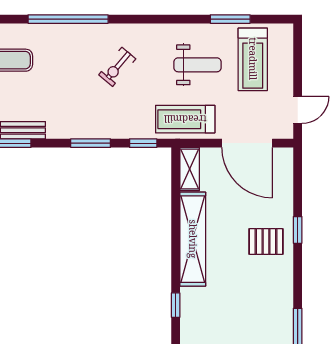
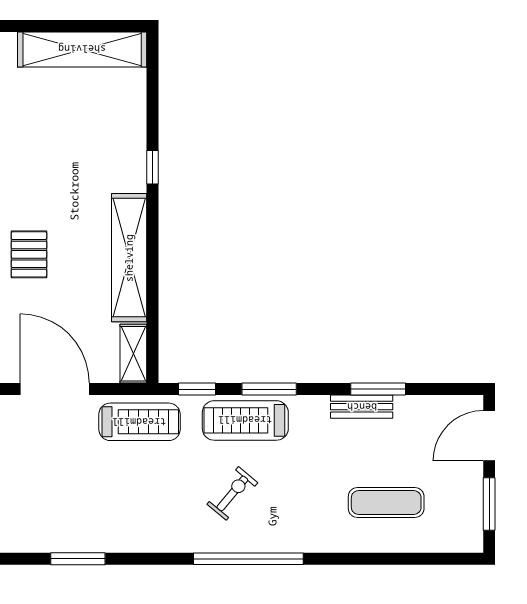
window: (68, 19) -> (248, 559), moved
treadmill: (253, 59) -> (245, 420), moved, turned -90
weight bench: (198, 65) -> (123, 496), removed
pallet: (266, 242) -> (29, 254), turned 90

